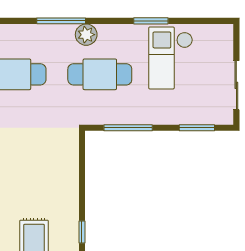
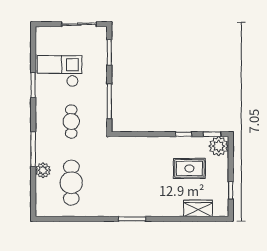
plant: (86, 35) -> (43, 170), moved
checkout: (171, 58) -> (60, 71), turned 180
cafe table: (100, 74) -> (71, 121), width x0.73, depth x0.74

